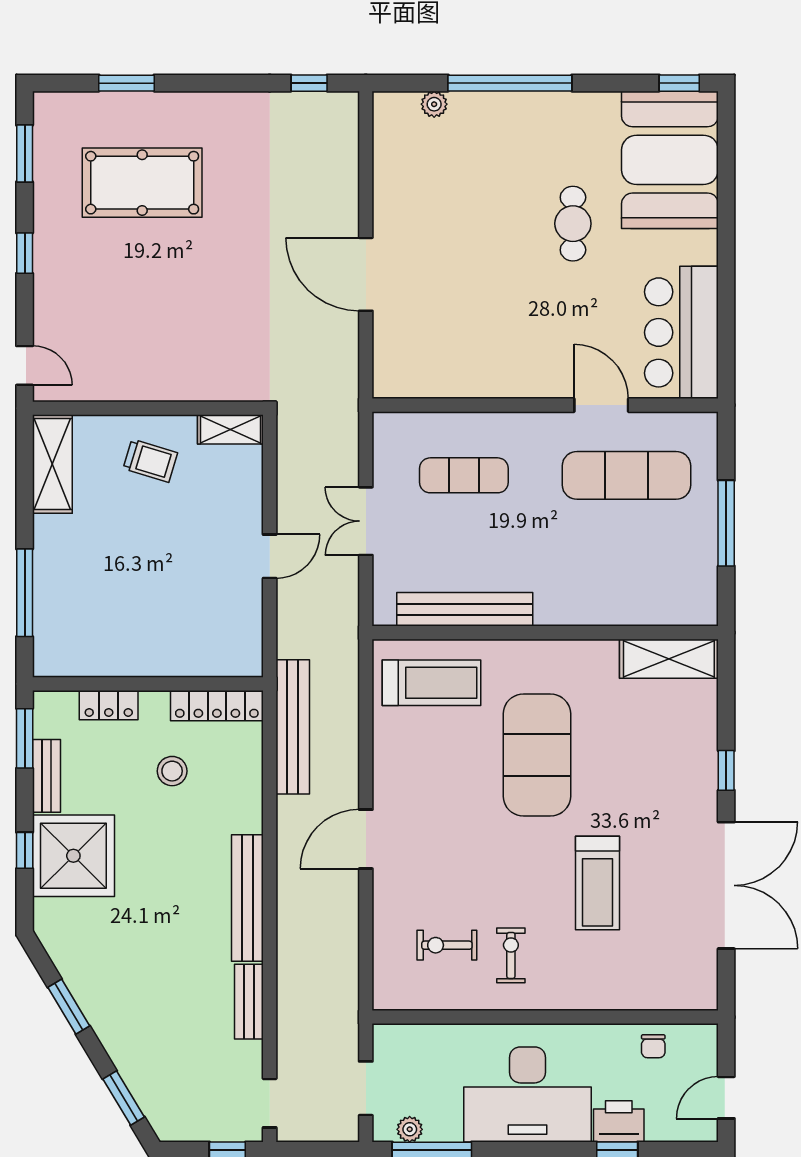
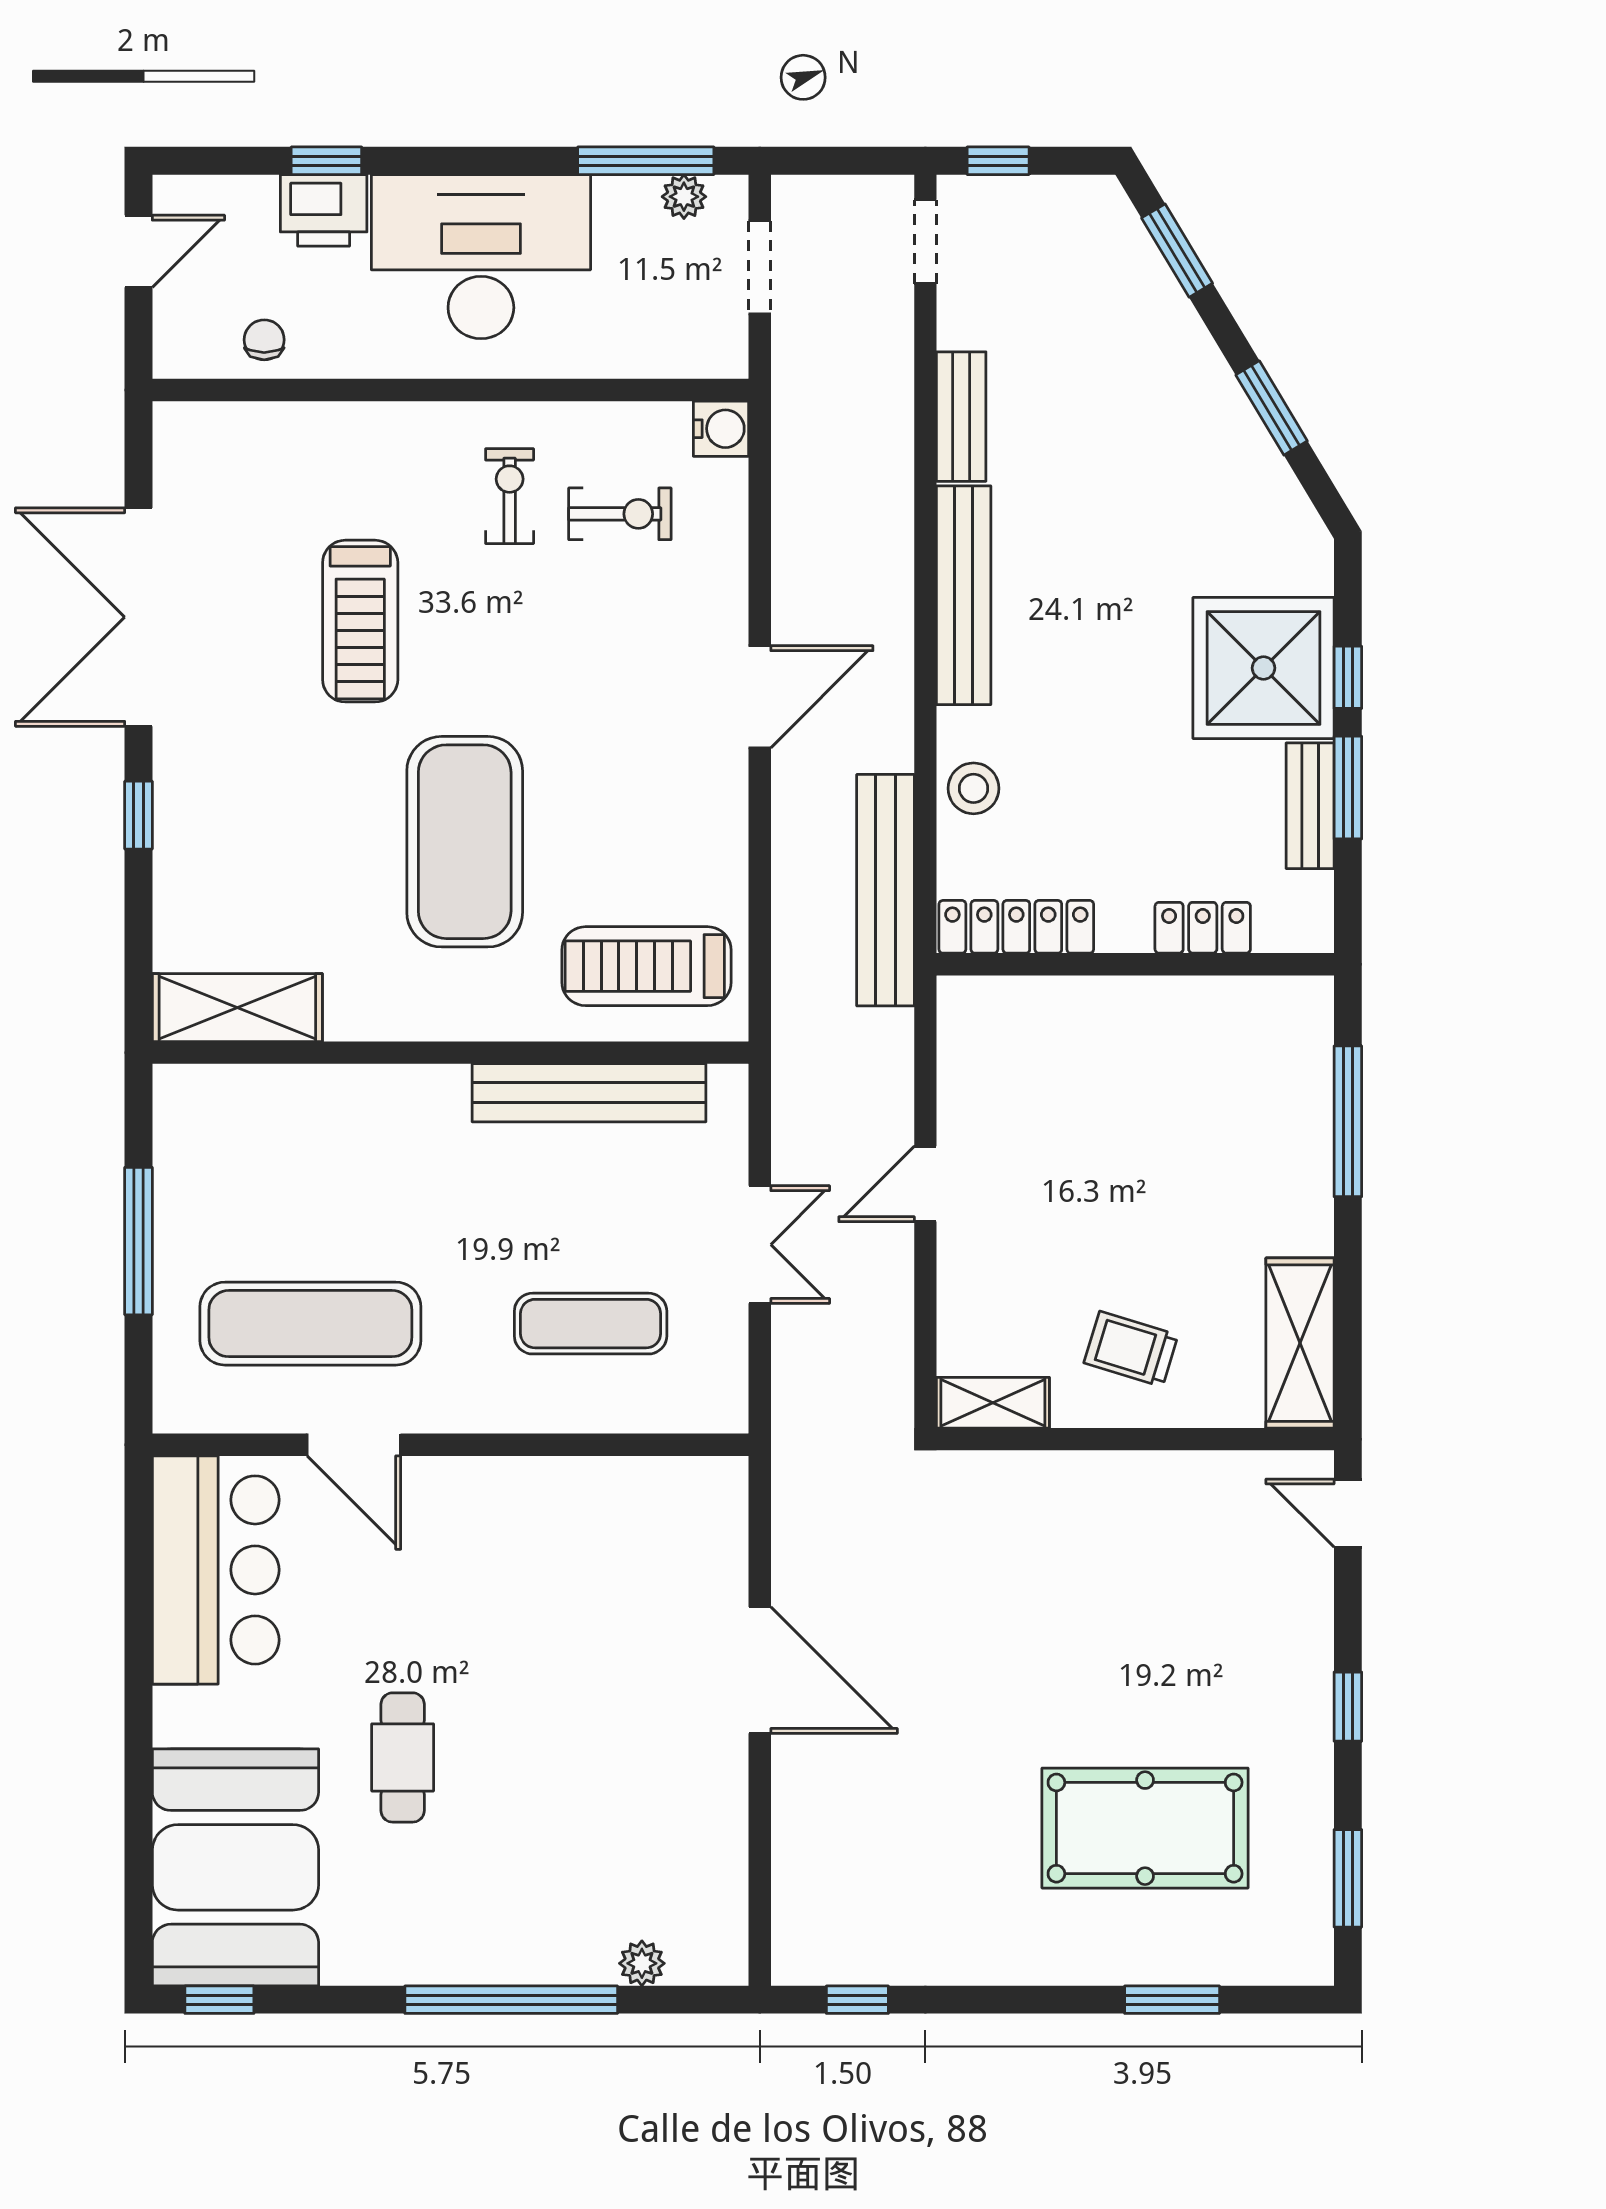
window: (25, 738) -> (1348, 788), moved
stool: (172, 771) -> (974, 788), moved
treadmill: (598, 883) -> (360, 621), turned 180
exercise bike: (511, 955) -> (510, 496), turned 180
water cooler: (388, 995) -> (721, 429), added

